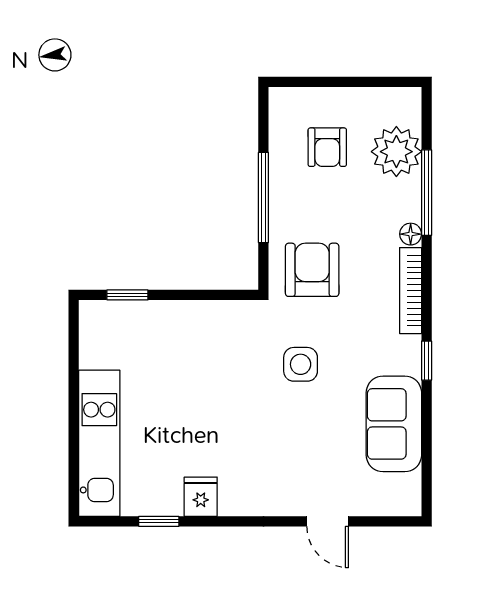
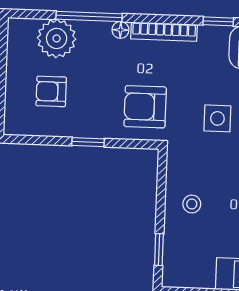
armchair: (327, 147) -> (51, 91), turned 180
window: (263, 198) -> (88, 142), width x0.46
stool: (188, 335) -> (192, 204), added

